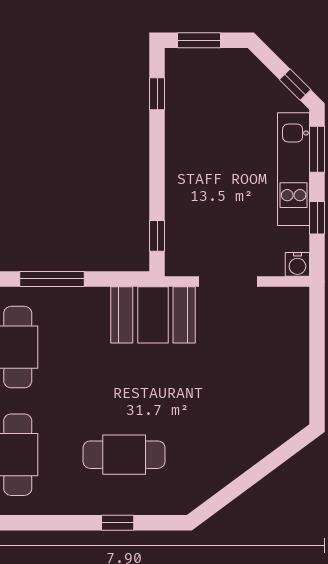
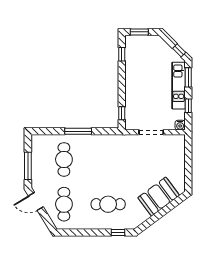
booth: (153, 315) -> (159, 197), moved, turned -37
window: (118, 523) -> (118, 233), moved

